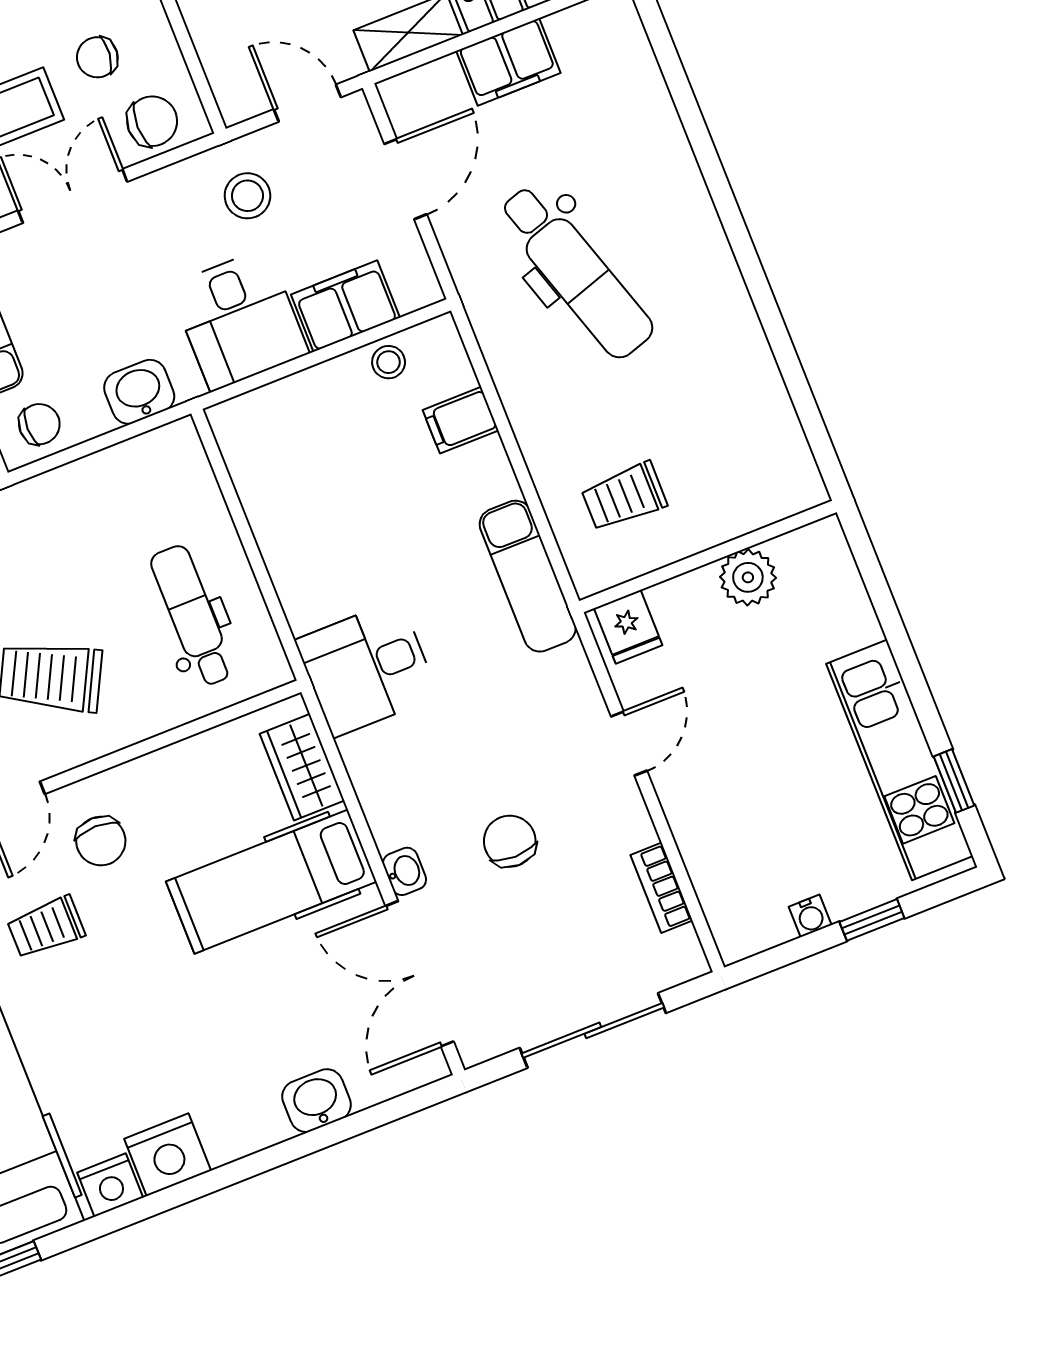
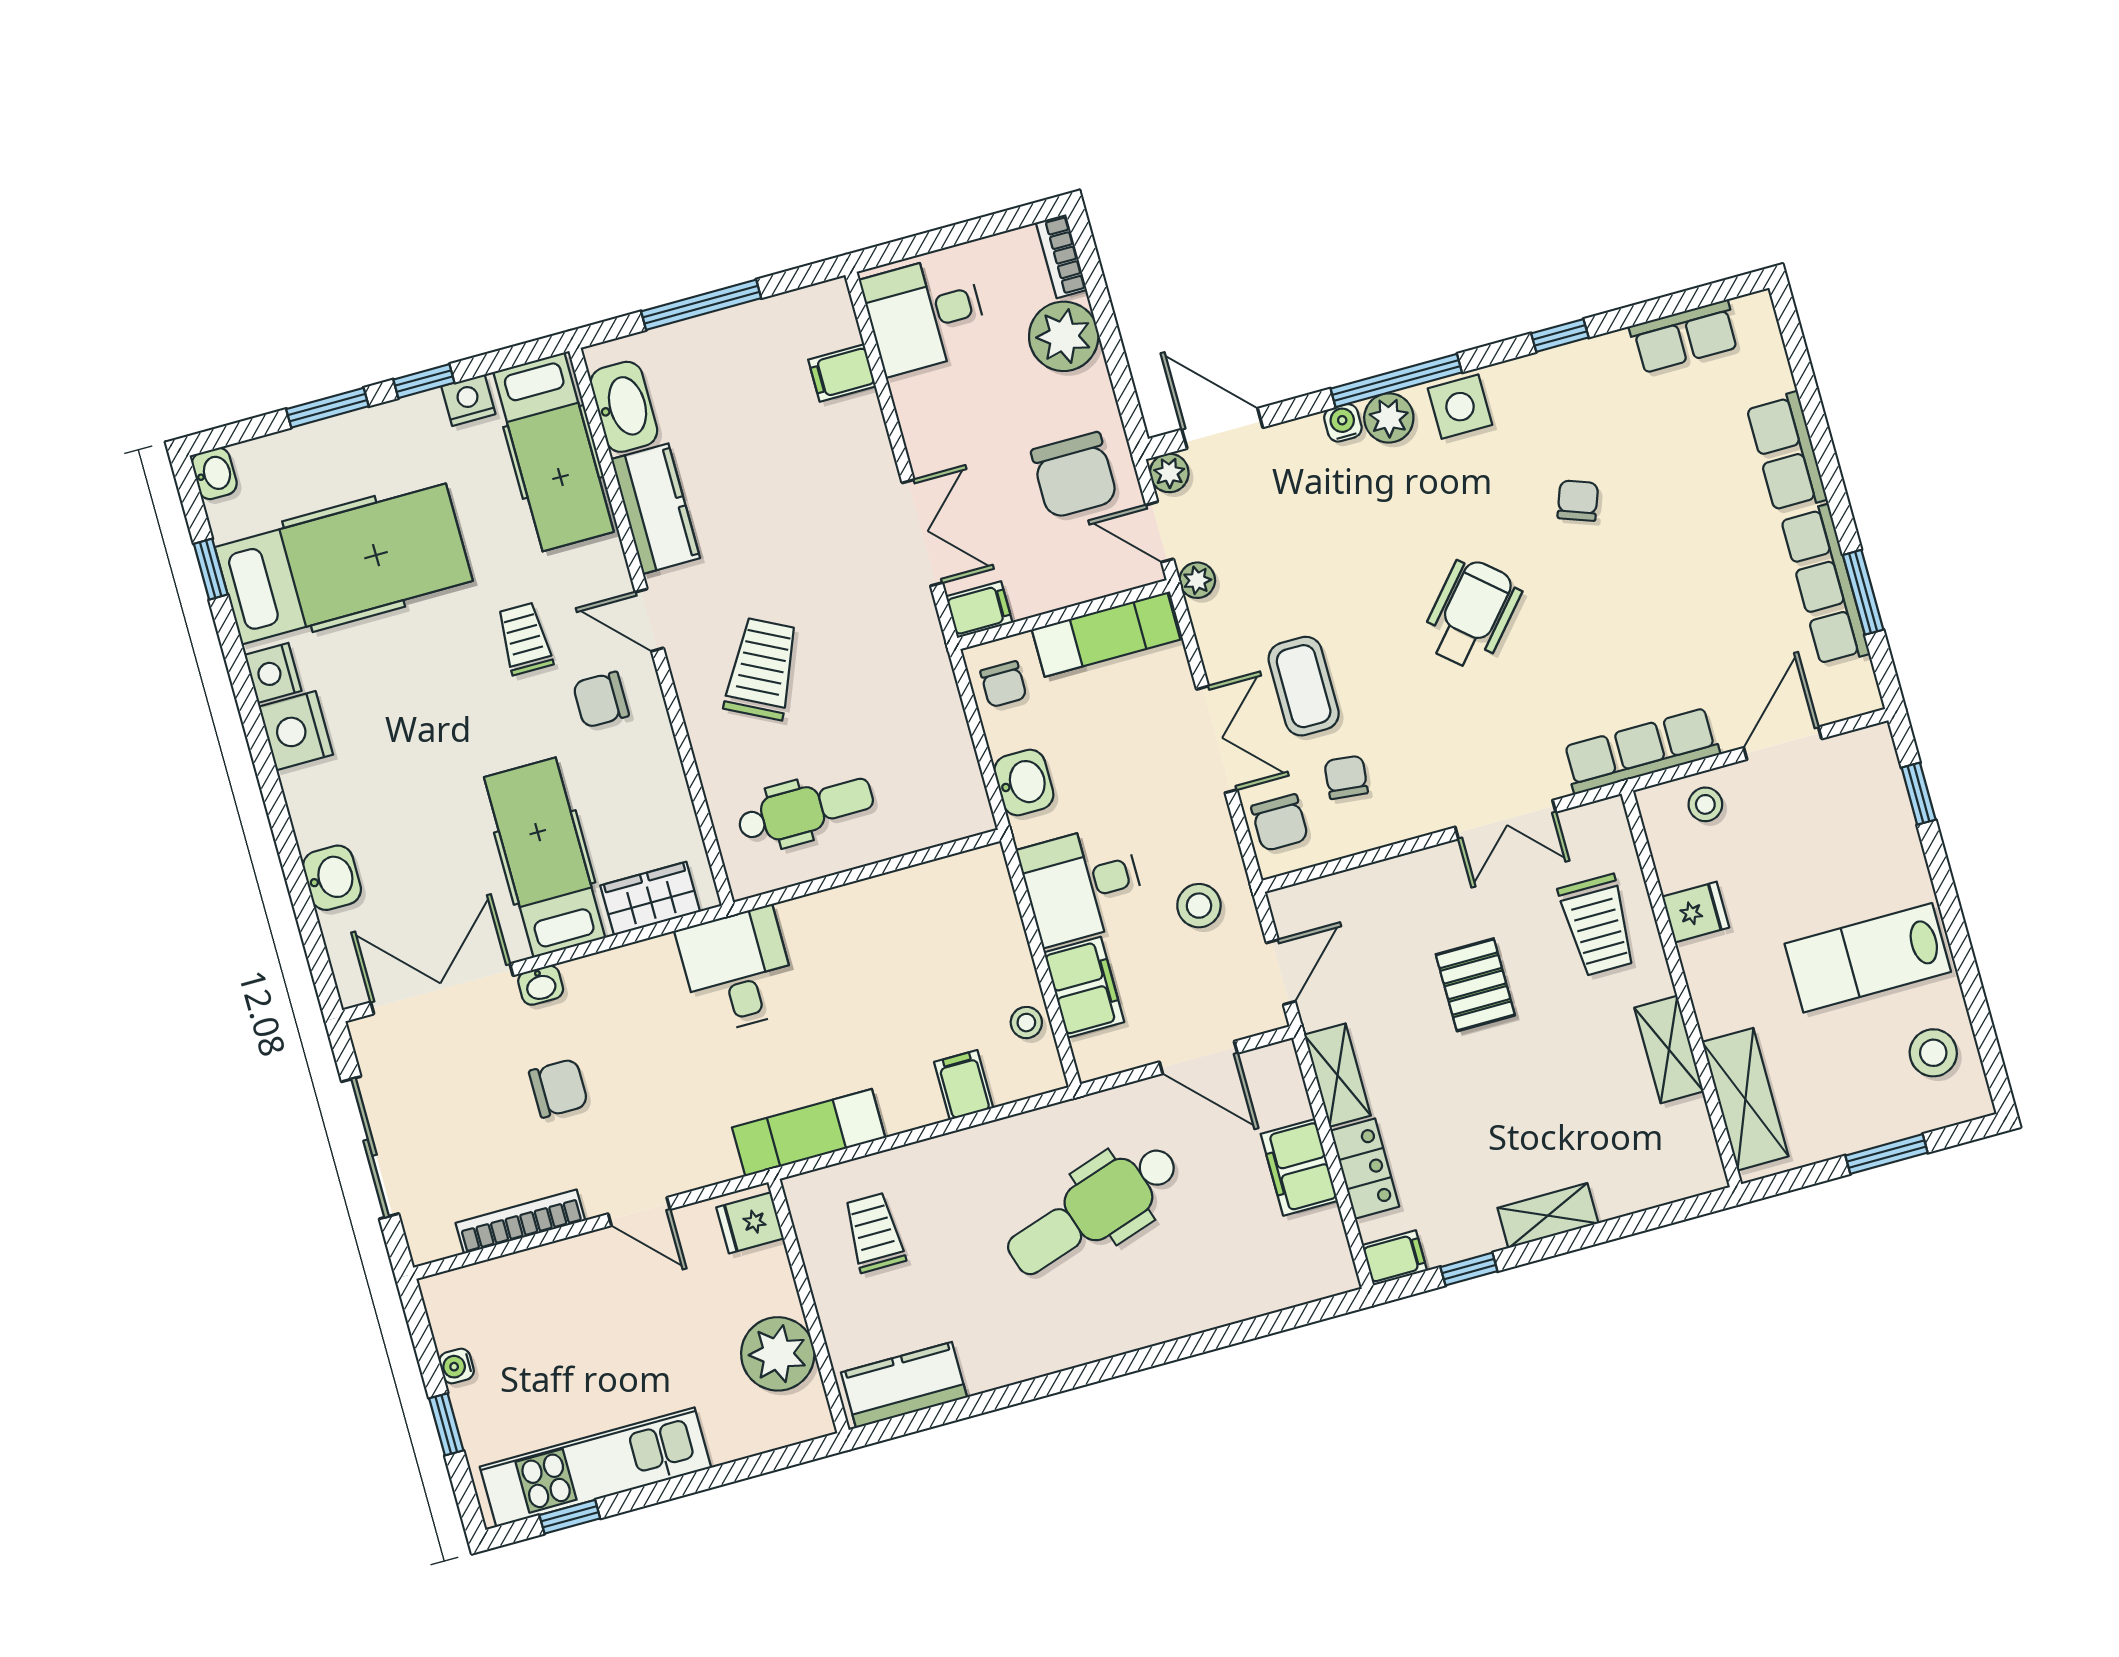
kitchen counter: (779, 448) -> (904, 1385), added
plant: (748, 577) -> (778, 1354), width x1.36, depth x1.36
bookcase: (662, 888) -> (520, 1222), width x1.56

